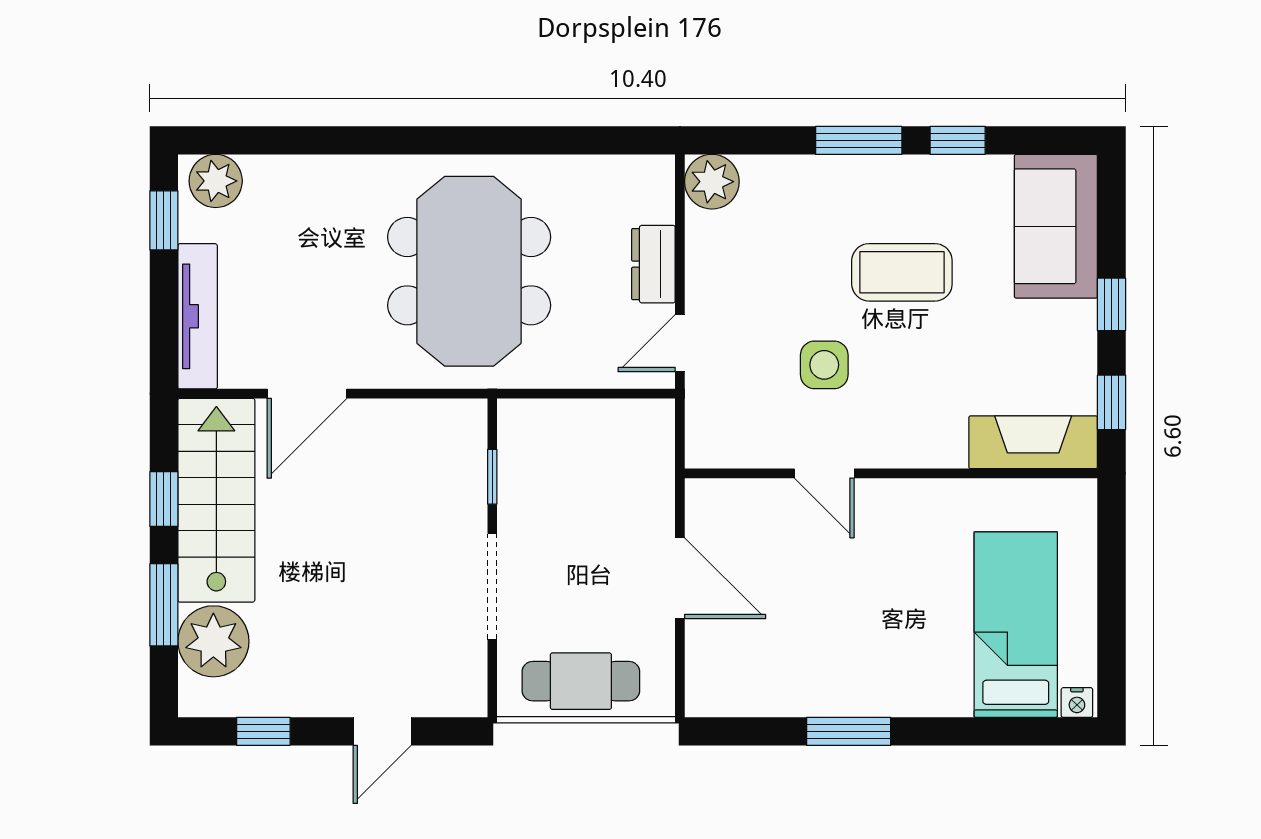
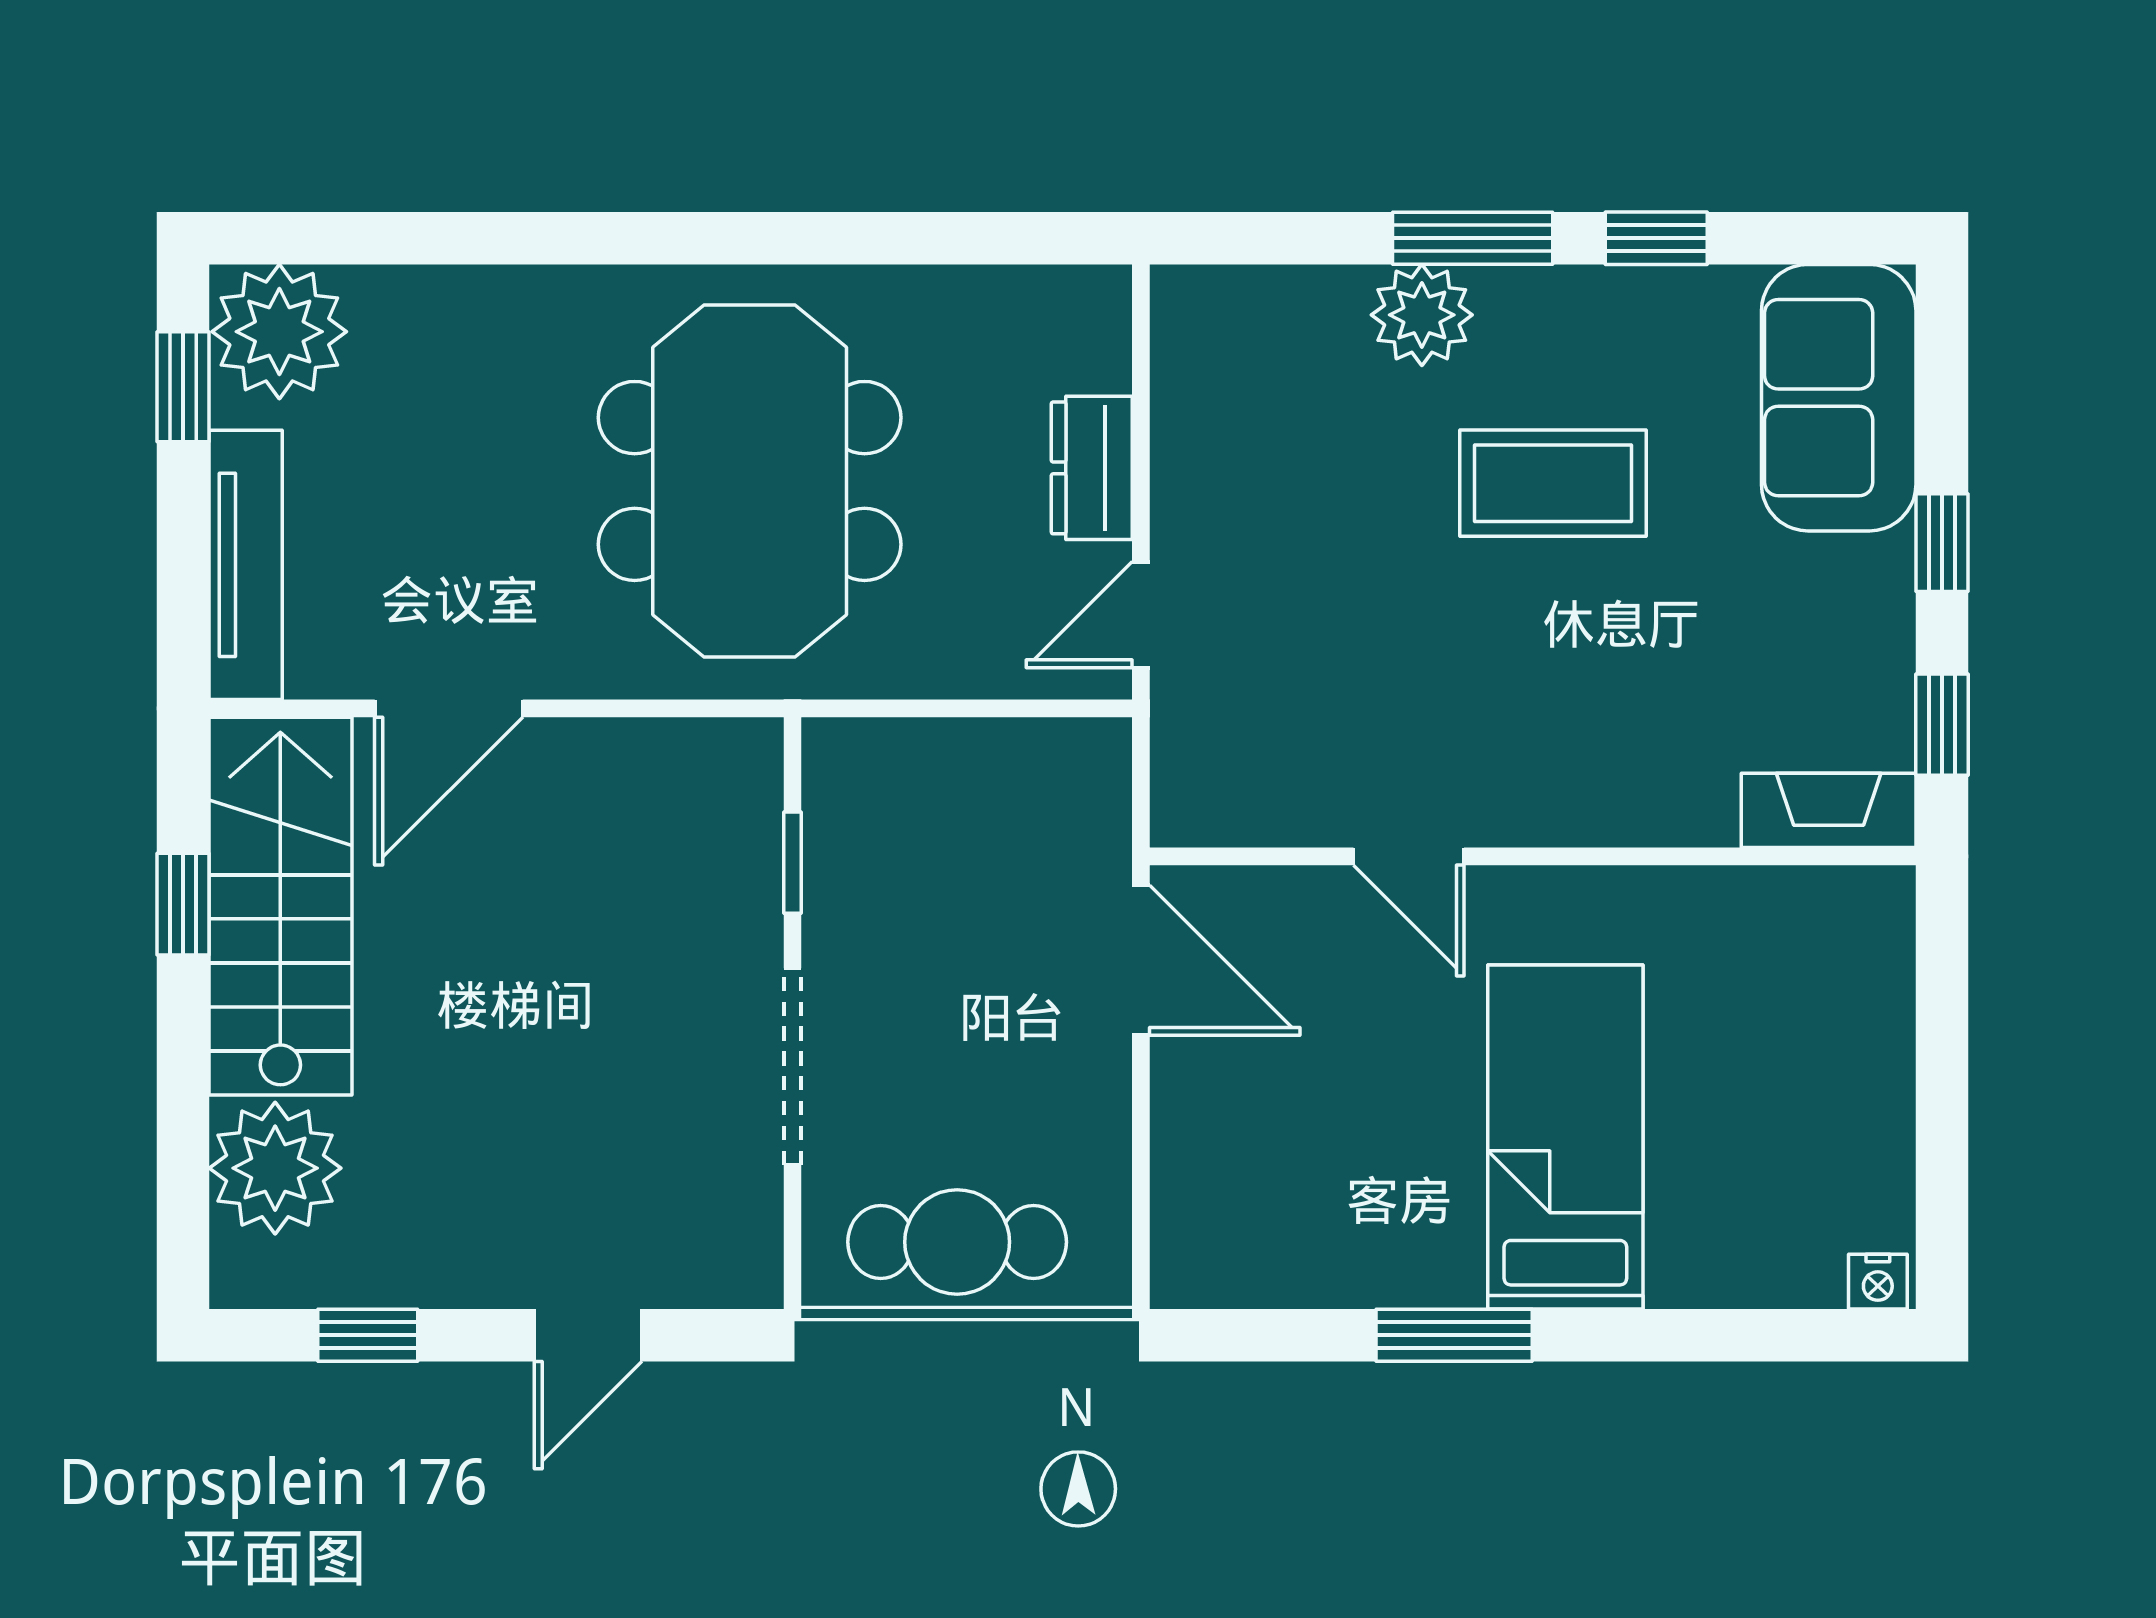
plant: (216, 181) -> (279, 332), width x1.36, depth x1.36
plant: (712, 182) -> (1422, 315), moved
side table: (824, 365) -> (1409, 655), removed
fireplace: (1033, 442) -> (1829, 810), width x0.73, depth x0.76
door: (680, 578) -> (1141, 960), moved
window: (164, 605) -> (183, 1100), removed
bed: (1016, 625) -> (1565, 1137), moved

